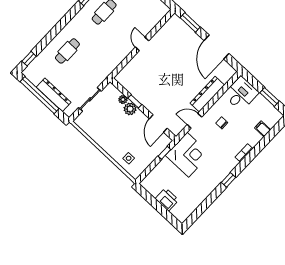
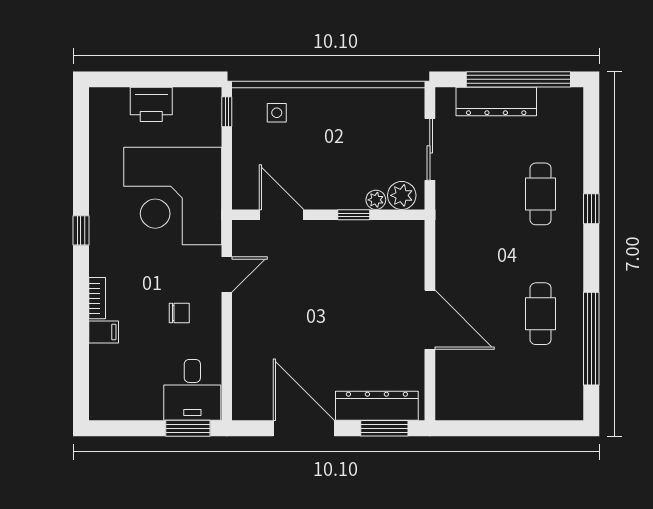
door: (142, 44) -> (430, 320), width x1.88
window: (29, 59) -> (591, 209), moved
dresser: (207, 94) -> (377, 406), moved, turned -90
window: (270, 97) -> (188, 428), moved
plant: (130, 109) -> (402, 195), moved
filing cabinet: (263, 129) -> (104, 332), moved
window: (164, 153) -> (227, 112), moved
corner desk: (188, 155) -> (173, 196), width x1.36, depth x1.36

